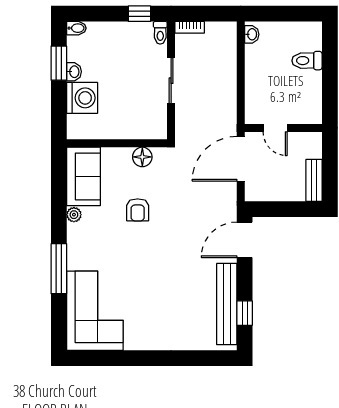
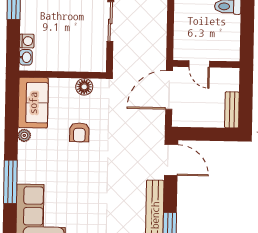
washbasin: (74, 72) -> (26, 57), moved
washing machine: (82, 98) -> (27, 41), width x0.53, depth x0.53
door: (245, 240) -> (171, 160), swing flipped

